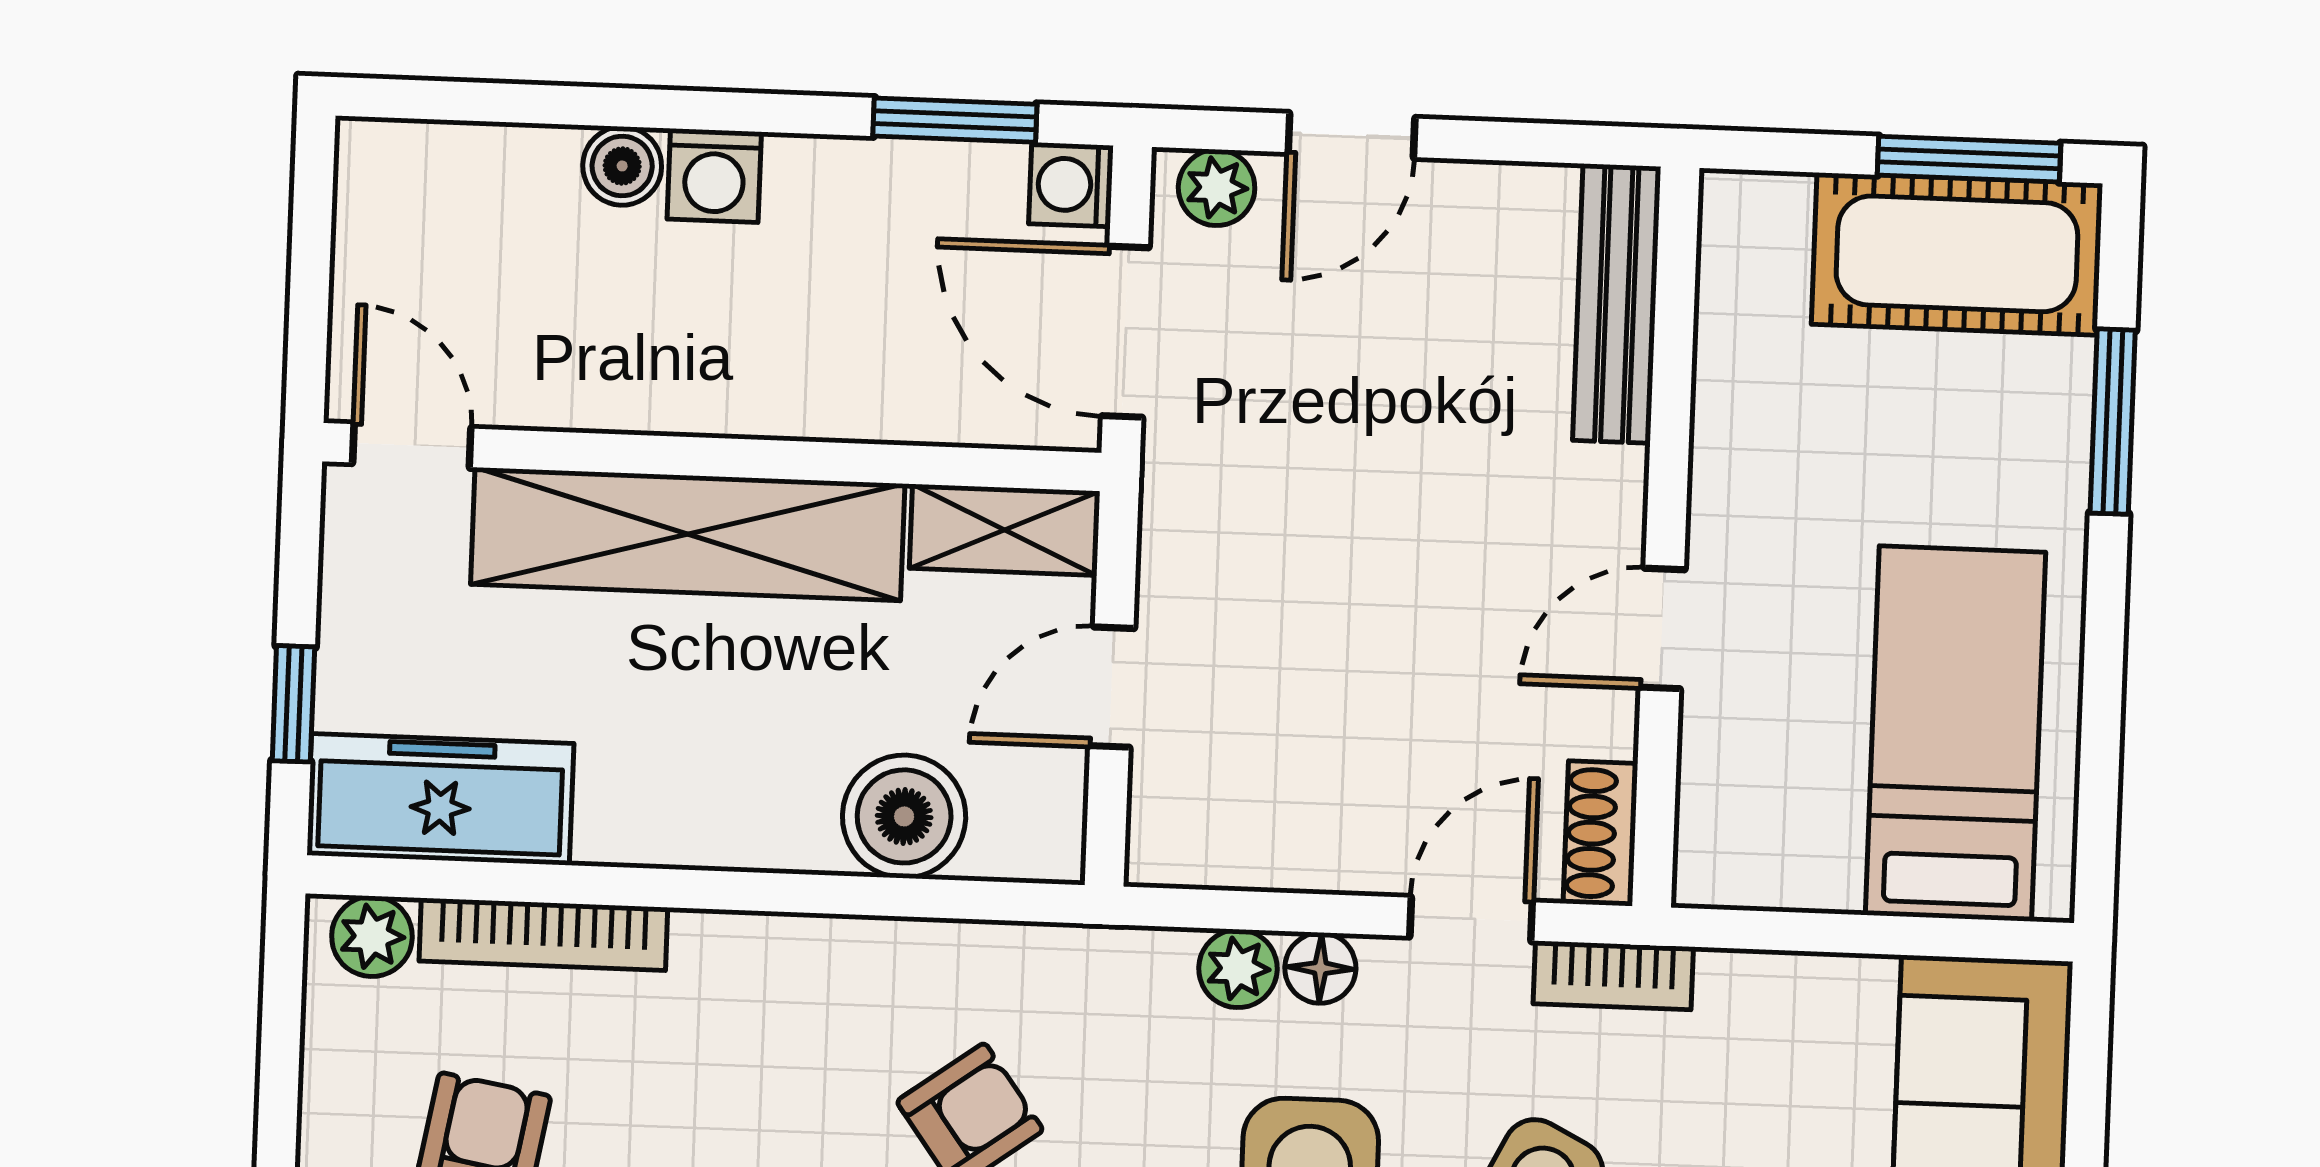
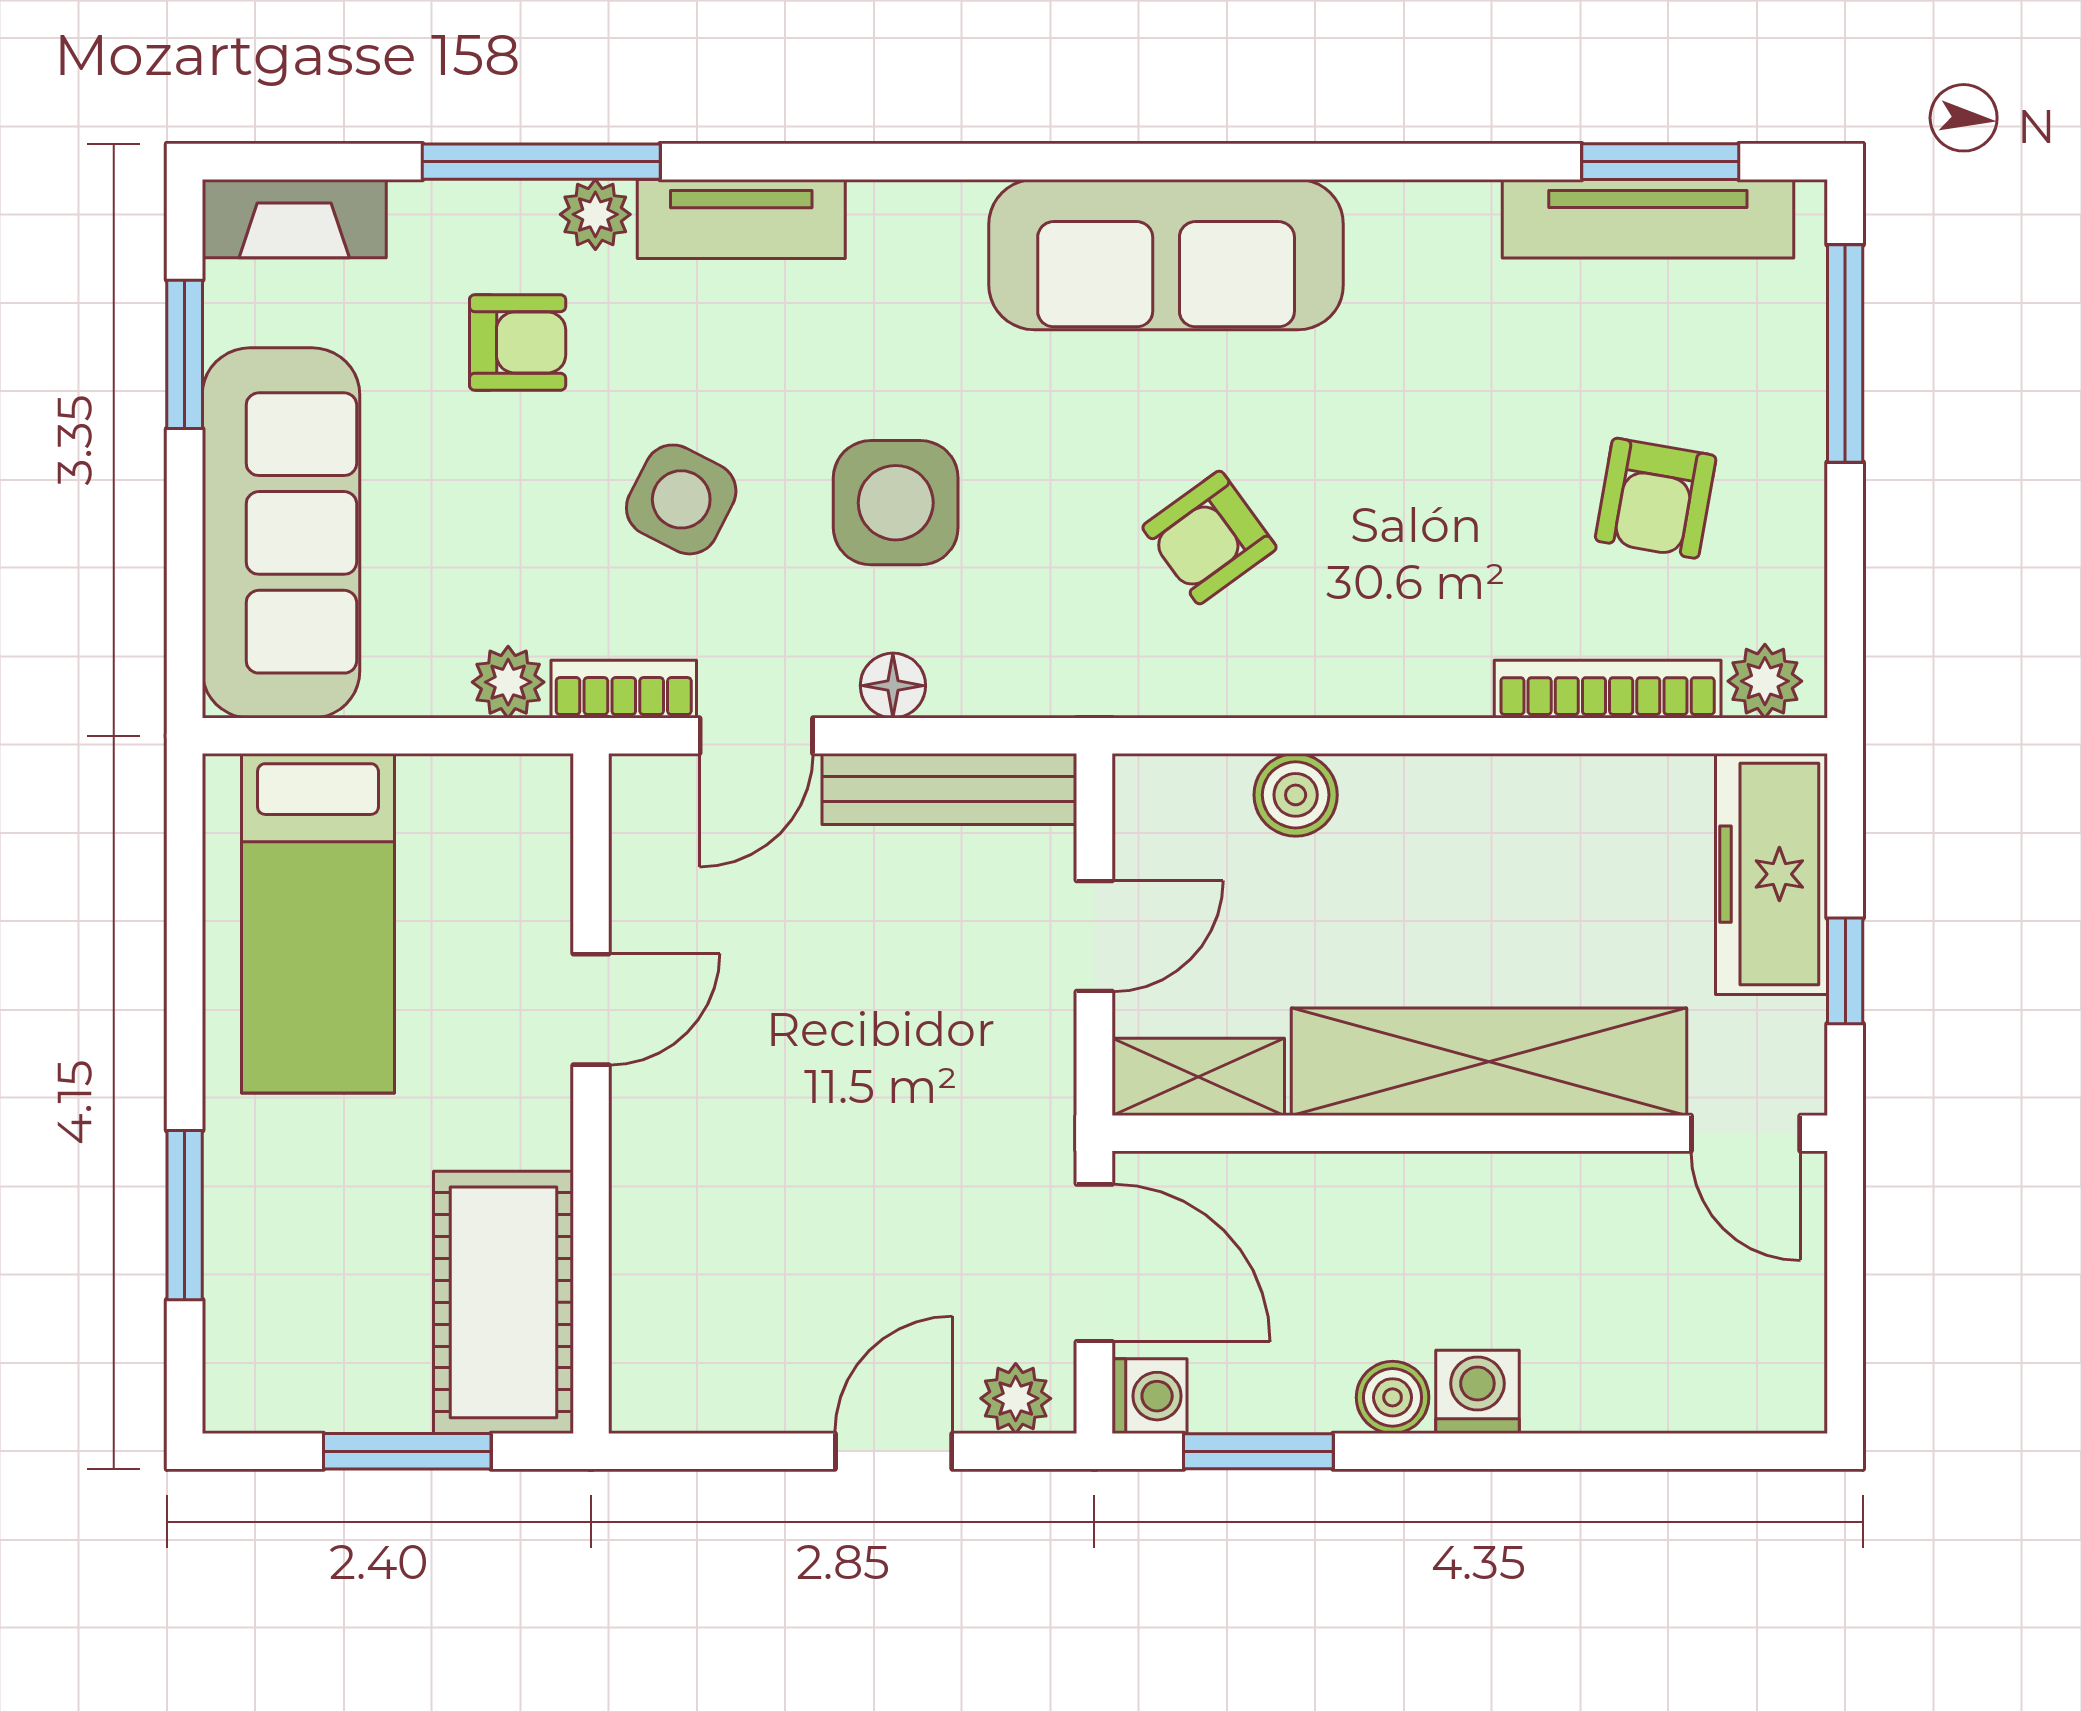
window: (1969, 159) -> (407, 1451), moved
boiler: (622, 166) -> (1393, 1397), moved
cot: (1957, 254) -> (503, 1302), moved, turned 90
bench: (1617, 303) -> (949, 789), moved, turned 90
window: (293, 704) -> (1845, 971), moved
freezer: (440, 799) -> (1771, 874), moved, turned 90
boiler: (904, 816) -> (1296, 795), width x0.73, depth x0.73
shoe rack: (1600, 833) -> (640, 819), removed
plant: (1238, 969) -> (508, 682), moved

